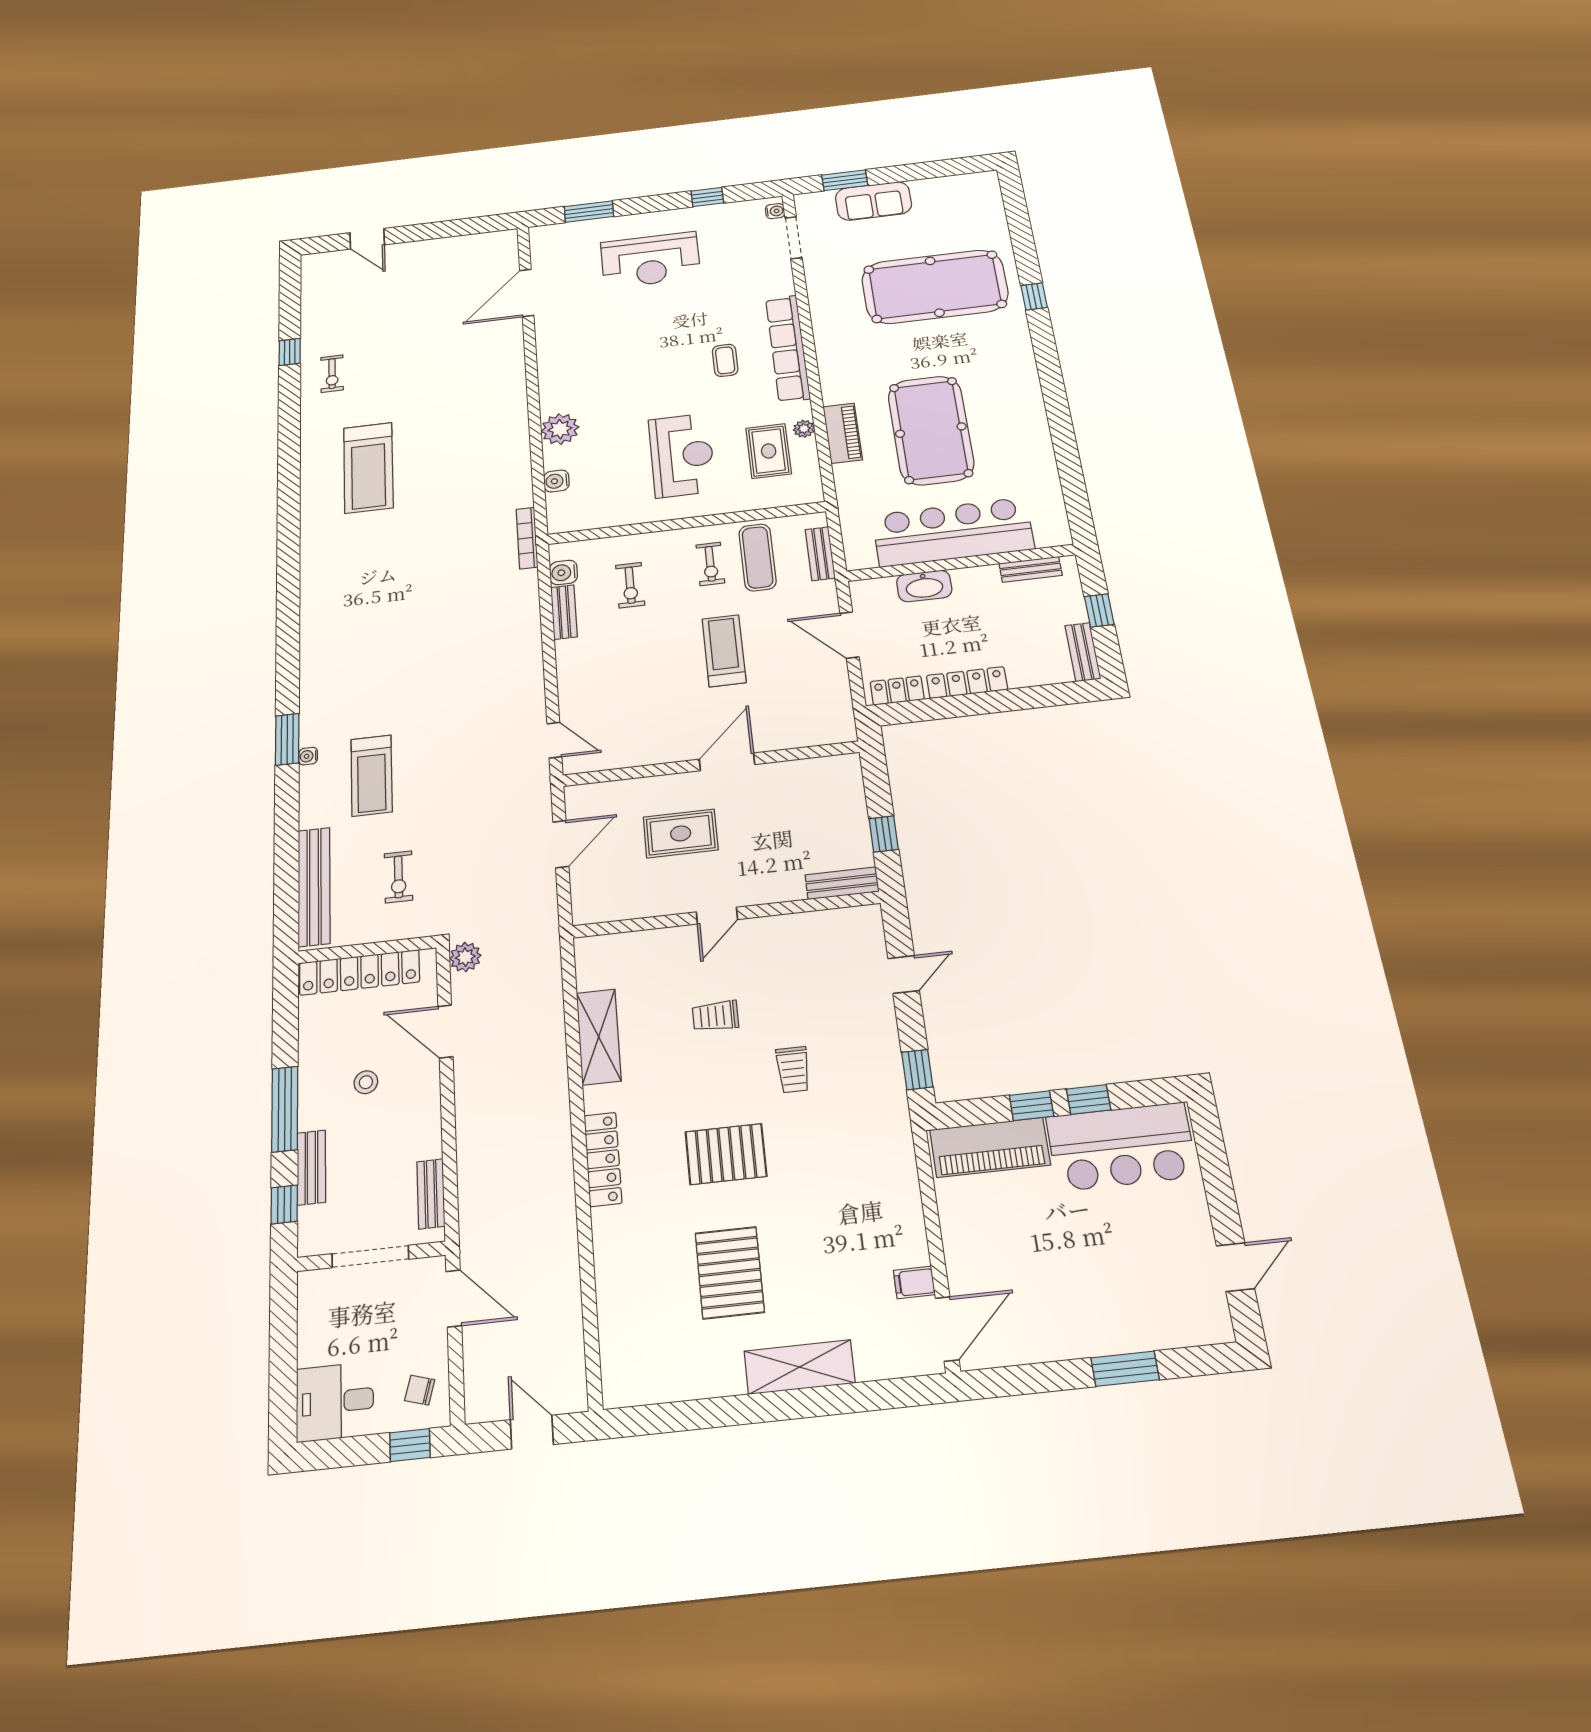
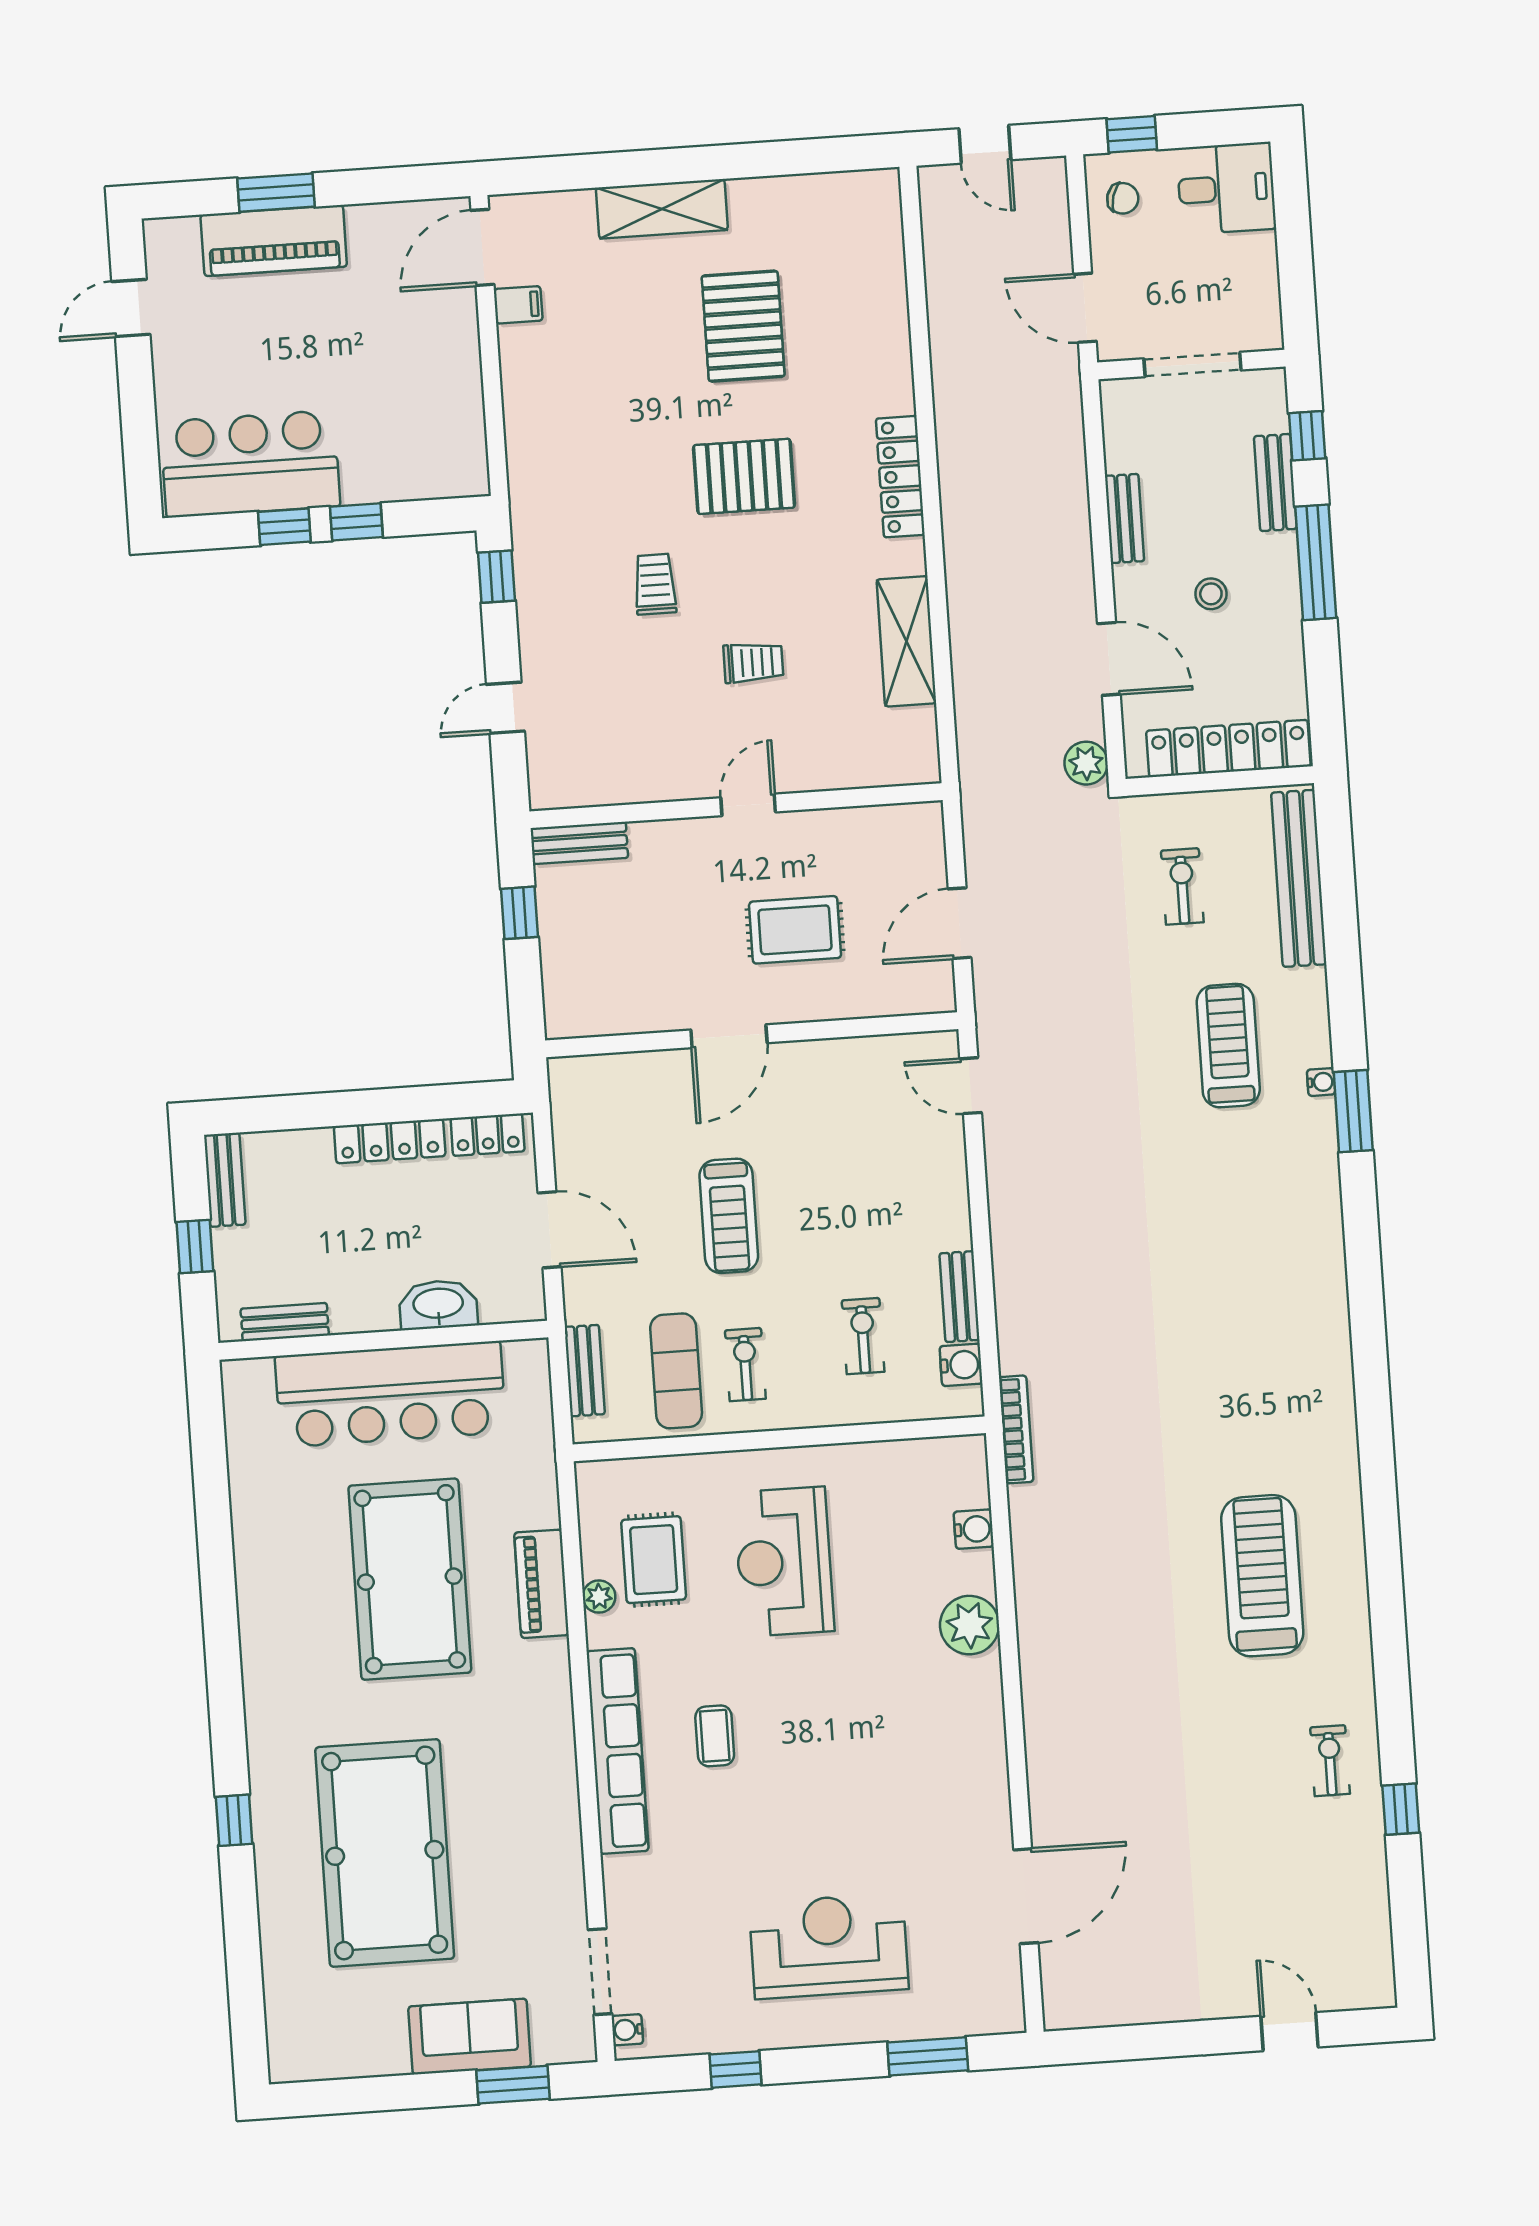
pool table: (935, 287) -> (385, 1853), turned 90
piano: (990, 1147) -> (274, 241), moved, turned 180
bench: (431, 1194) -> (1124, 519), moved

